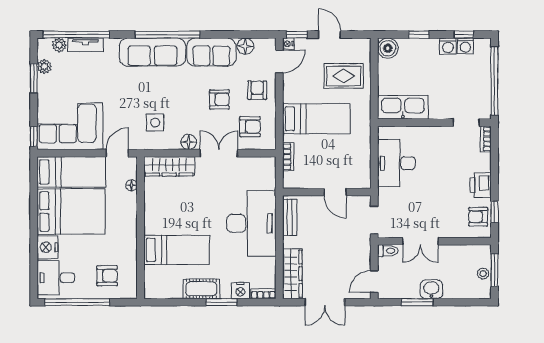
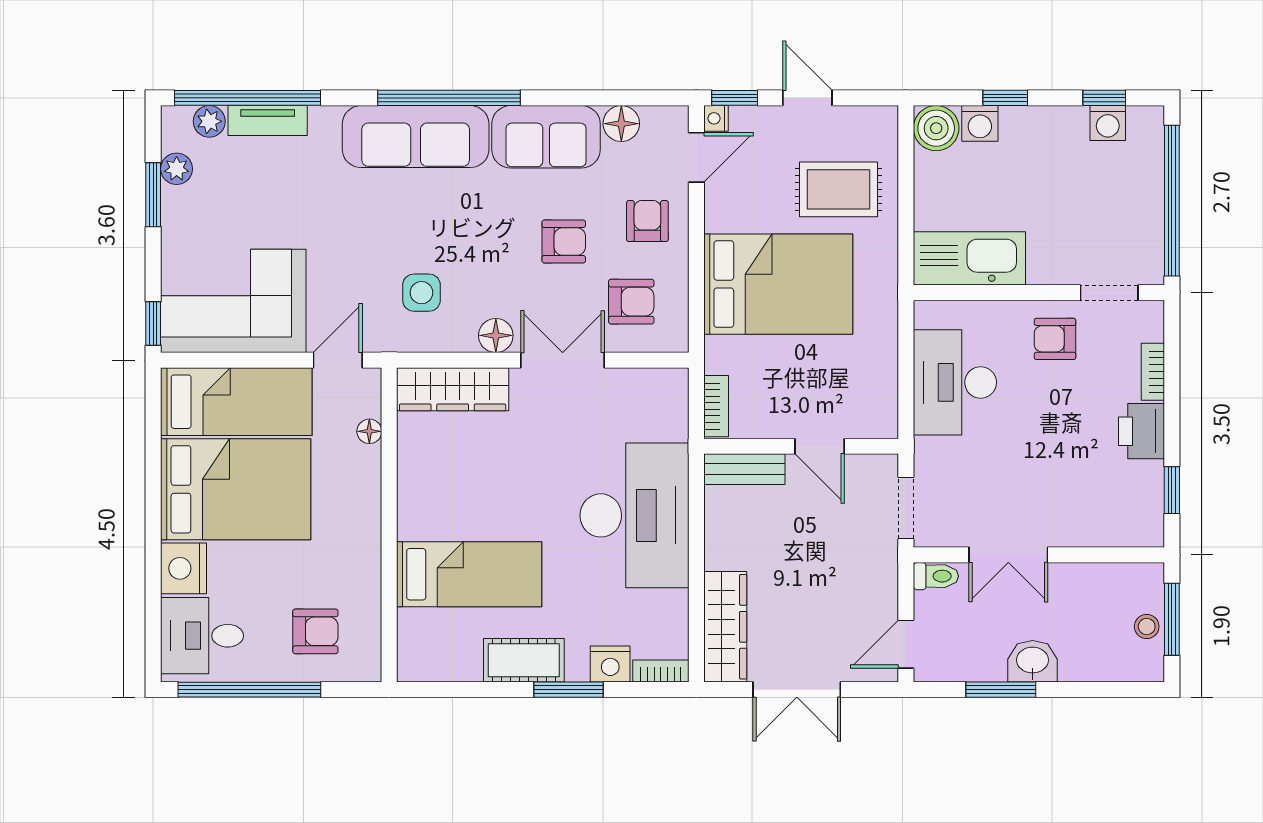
washing machine: (448, 46) -> (980, 123), moved
bed: (316, 119) -> (778, 284), width x1.50
bookcase: (486, 139) -> (1153, 372), moved
bookcase: (288, 157) -> (716, 406), moved
bench: (290, 217) -> (744, 469), moved, turned 90
armchair: (478, 217) -> (1055, 339), moved

